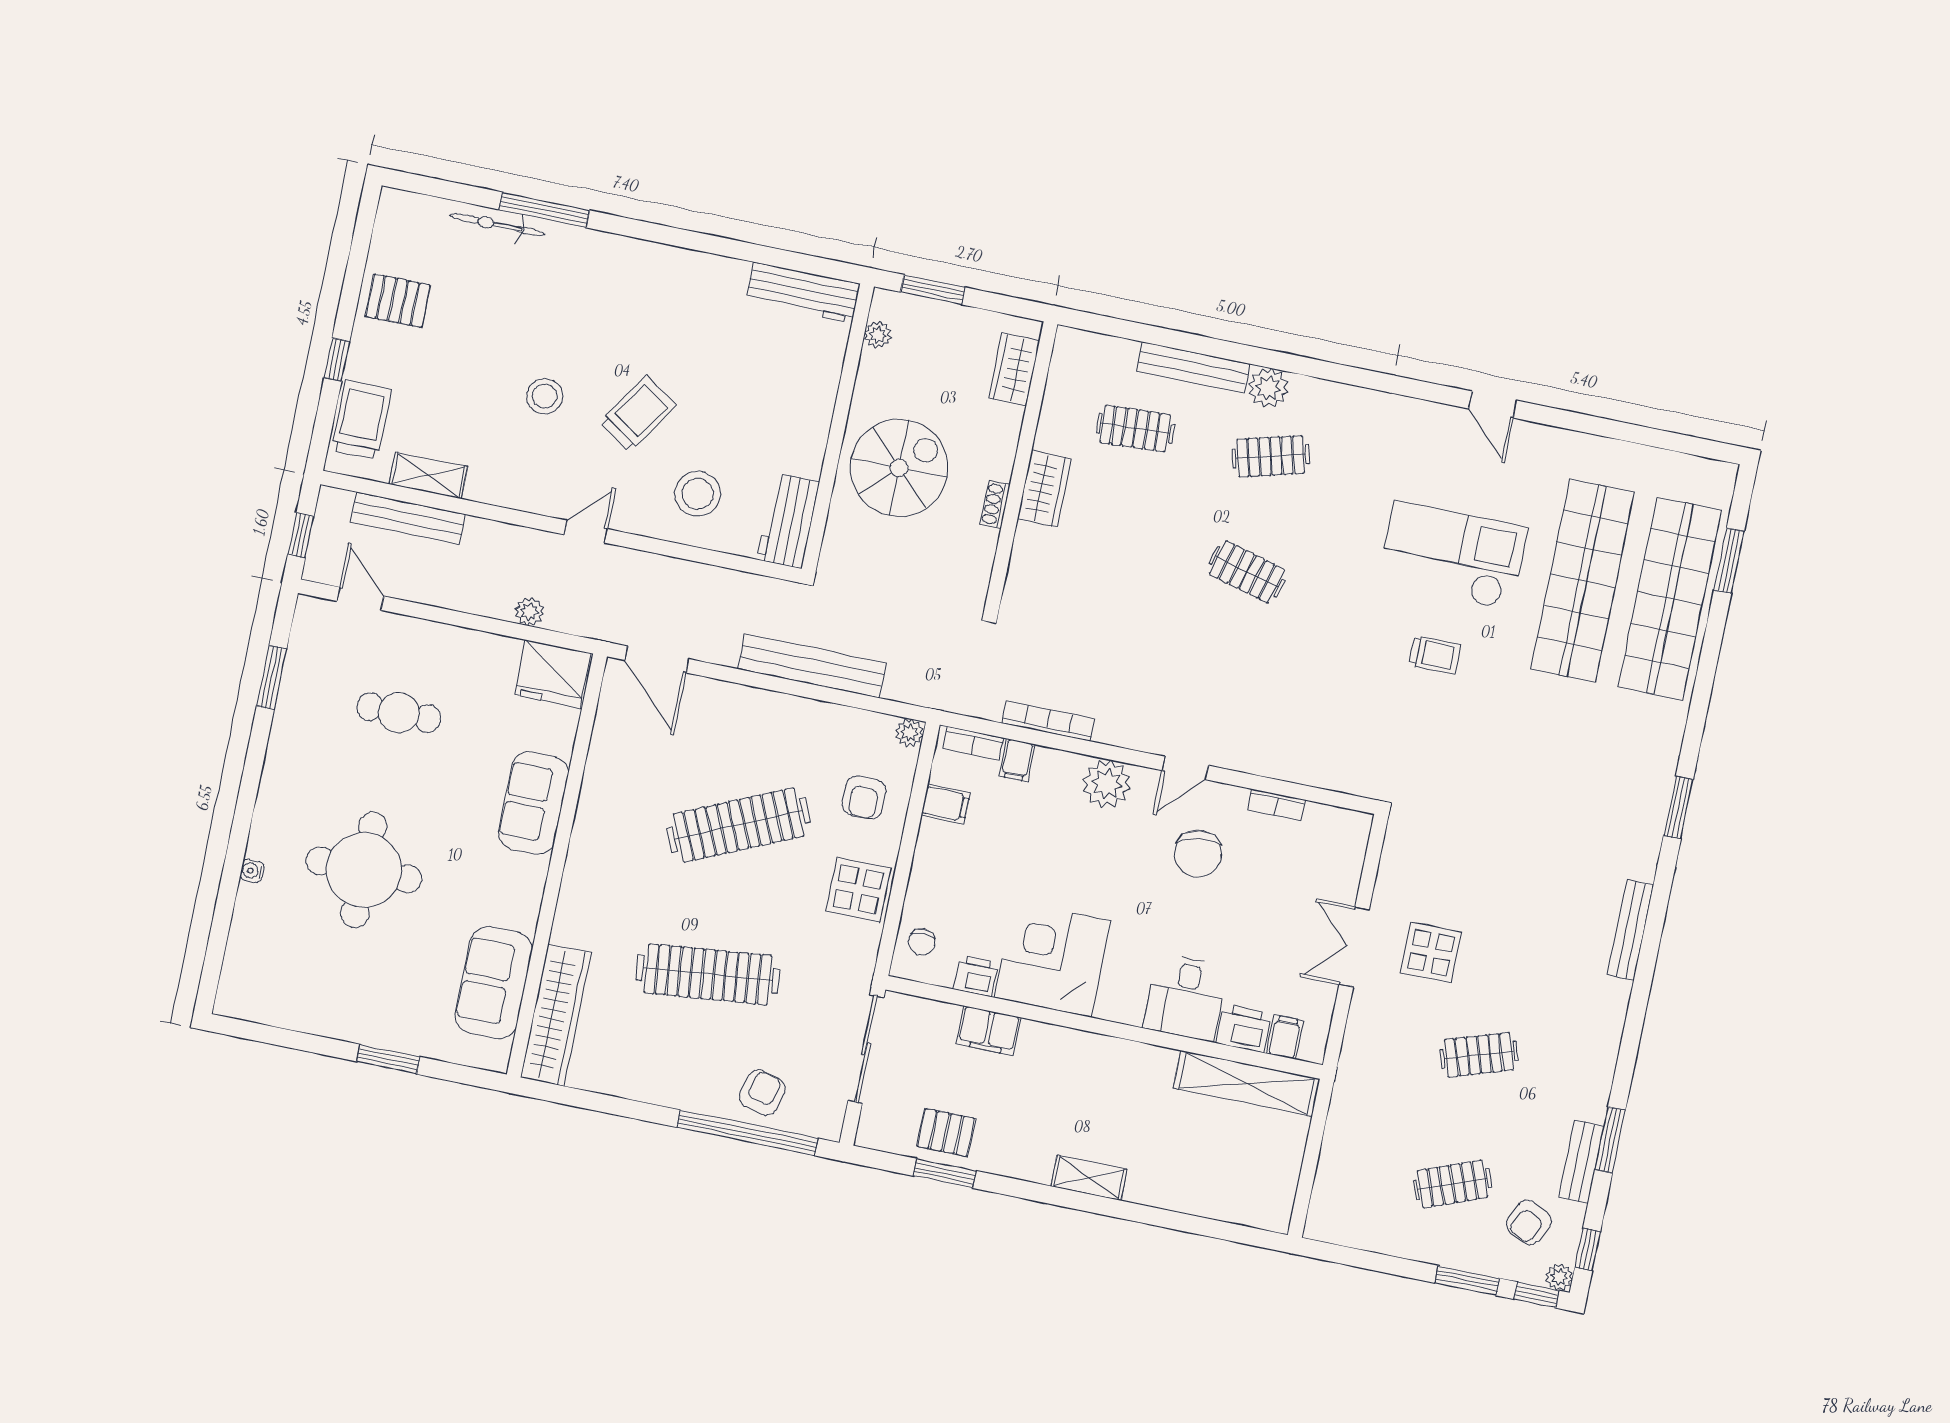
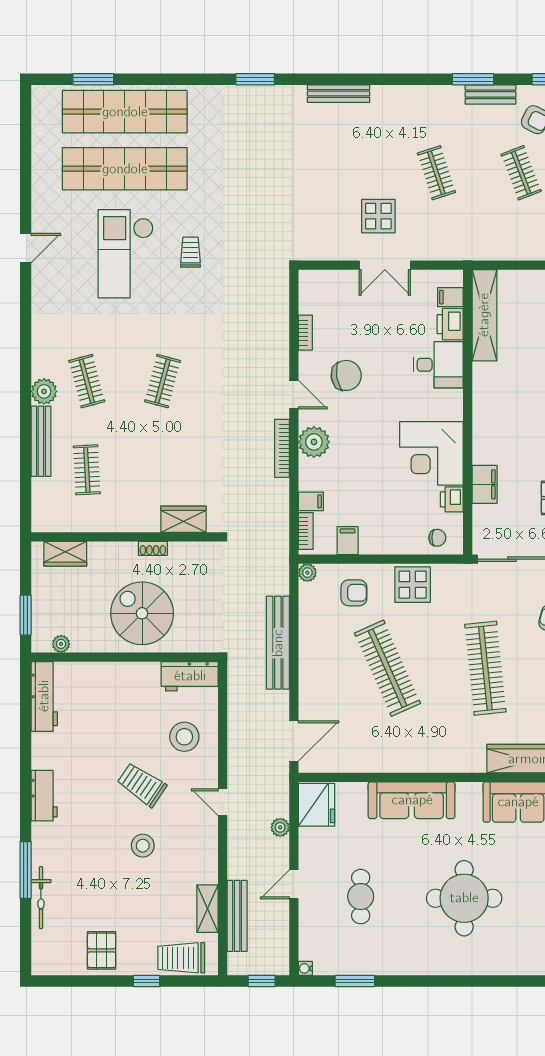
workbench: (652, 262) -> (44, 796), added
wardrobe: (1044, 489) -> (183, 519), moved
door: (360, 599) -> (294, 884), moved
bookcase: (1048, 721) -> (282, 448), moved
sofa: (533, 803) -> (412, 800), width x1.36
water cooler: (252, 871) -> (305, 968), moved, turned 90

